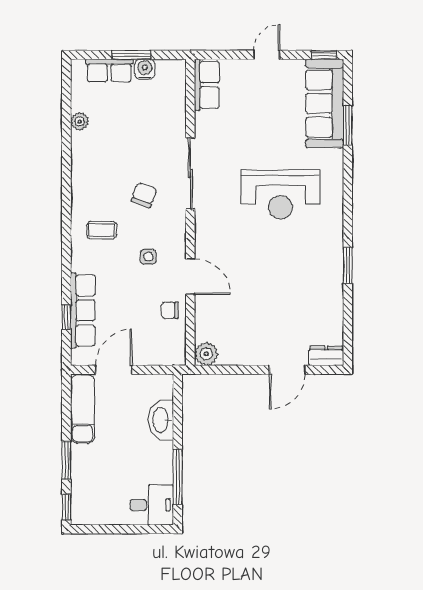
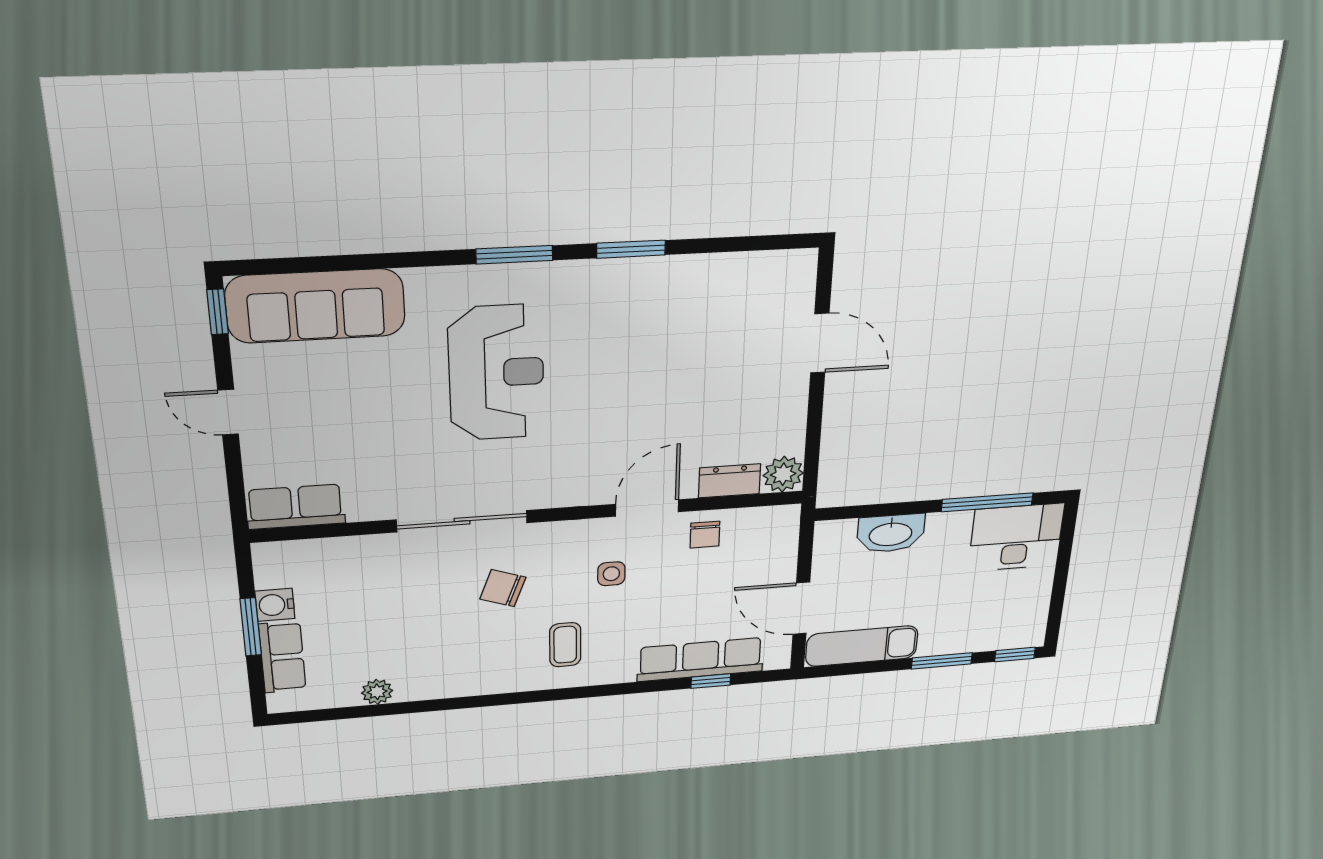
window: (348, 125) -> (514, 255), moved
dresser: (326, 356) -> (729, 481), moved, turned 90
desk: (152, 505) -> (1016, 537), width x1.37

